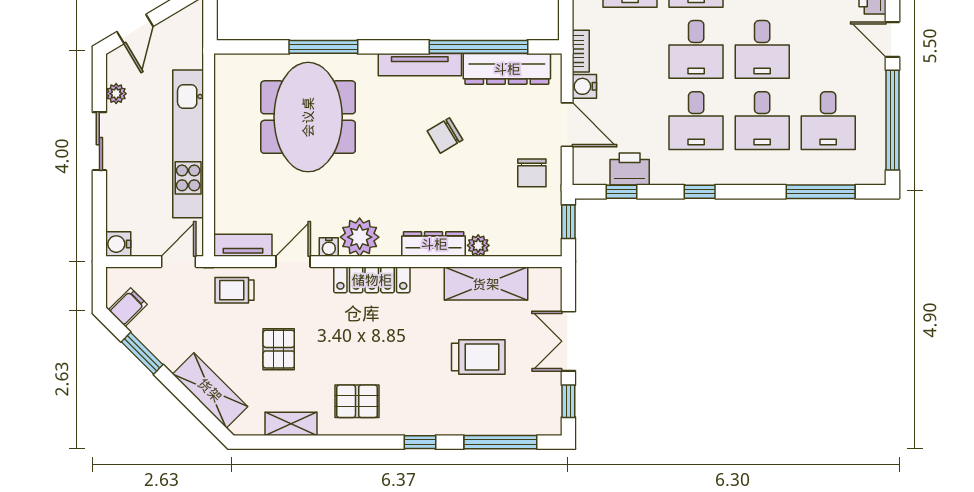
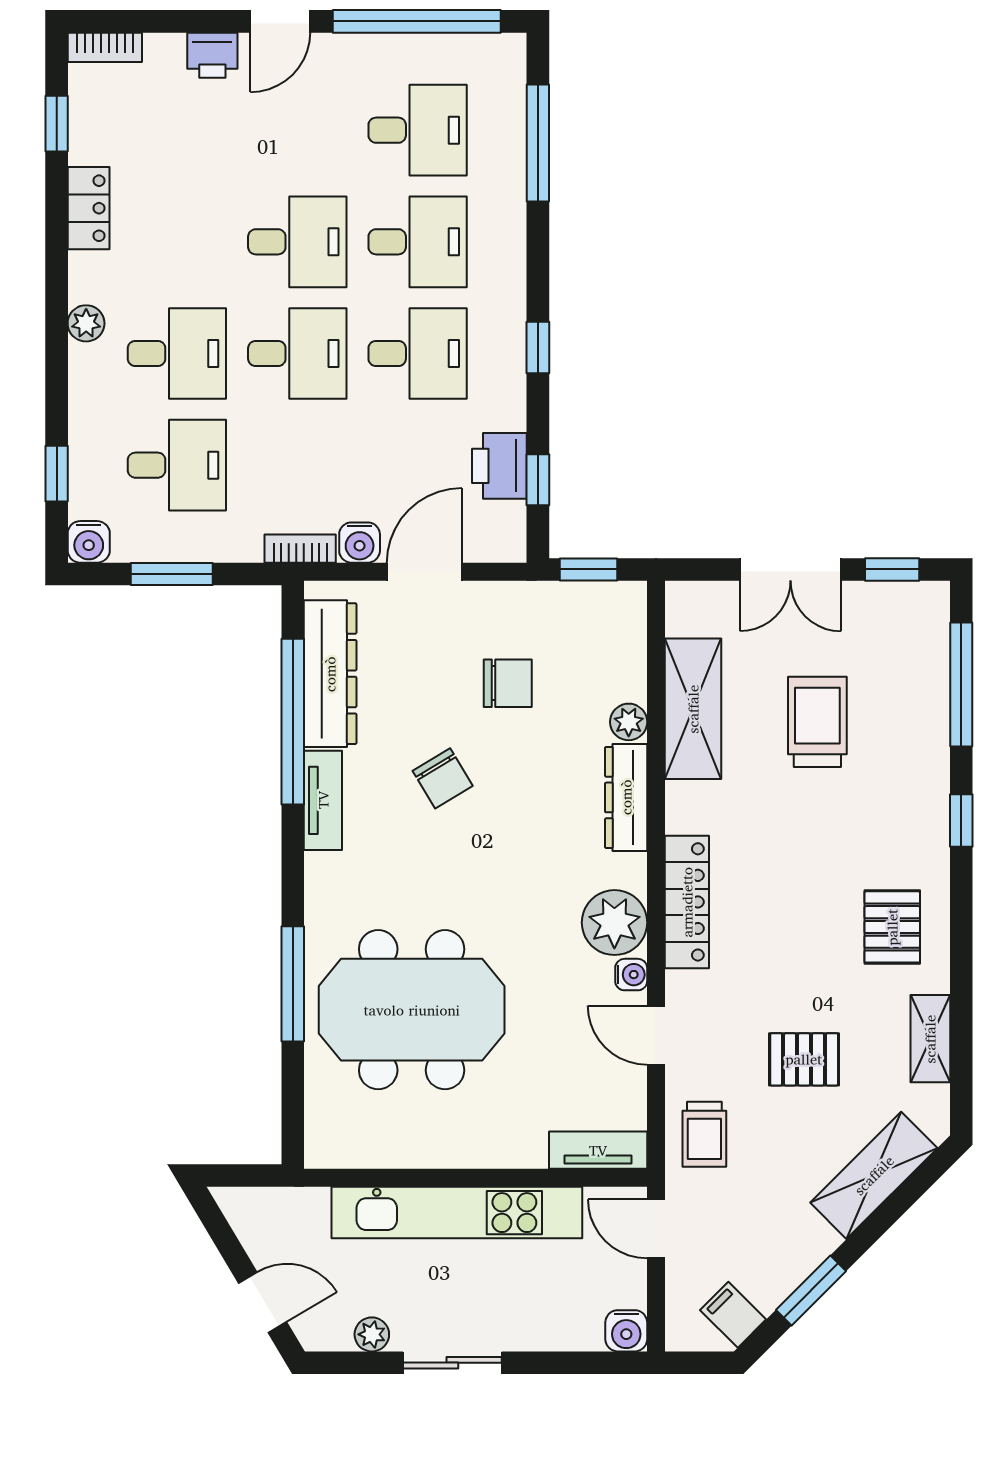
tv unit: (420, 65) -> (323, 800), width x0.71
chair: (532, 173) -> (508, 683), moved
tv unit: (243, 245) -> (598, 1150), moved, turned 90

